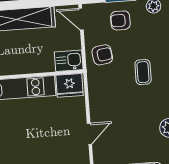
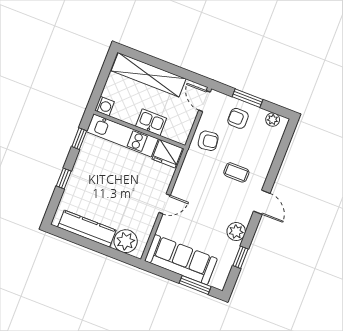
kitchen sink: (69, 61) -> (151, 122), moved
coffee table: (143, 72) -> (236, 172), turned 90

